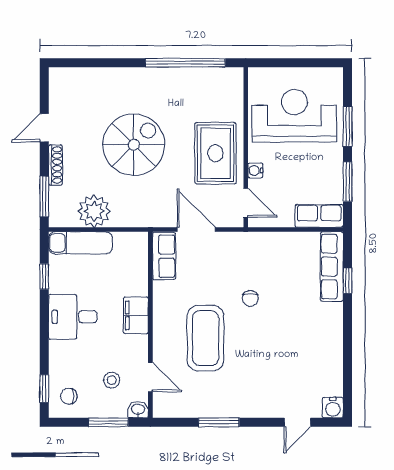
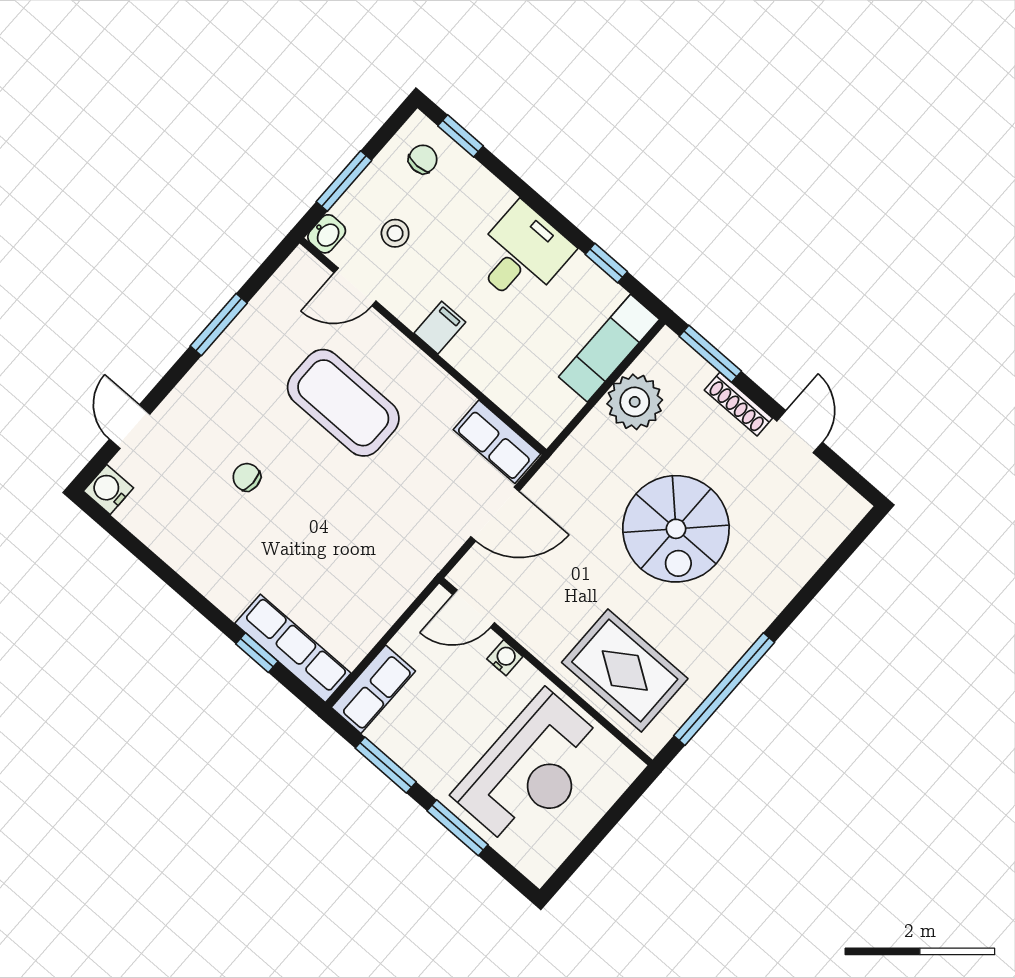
rug: (215, 153) -> (625, 670), moved
chair: (250, 298) -> (247, 477), moved
filing cabinet: (136, 315) -> (440, 328), width x0.50

